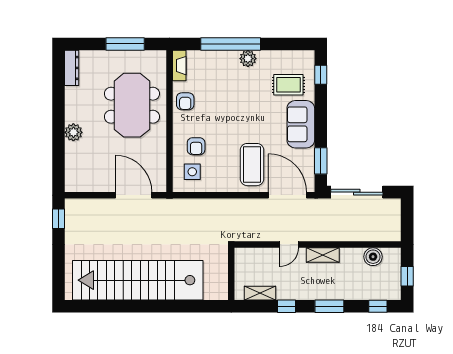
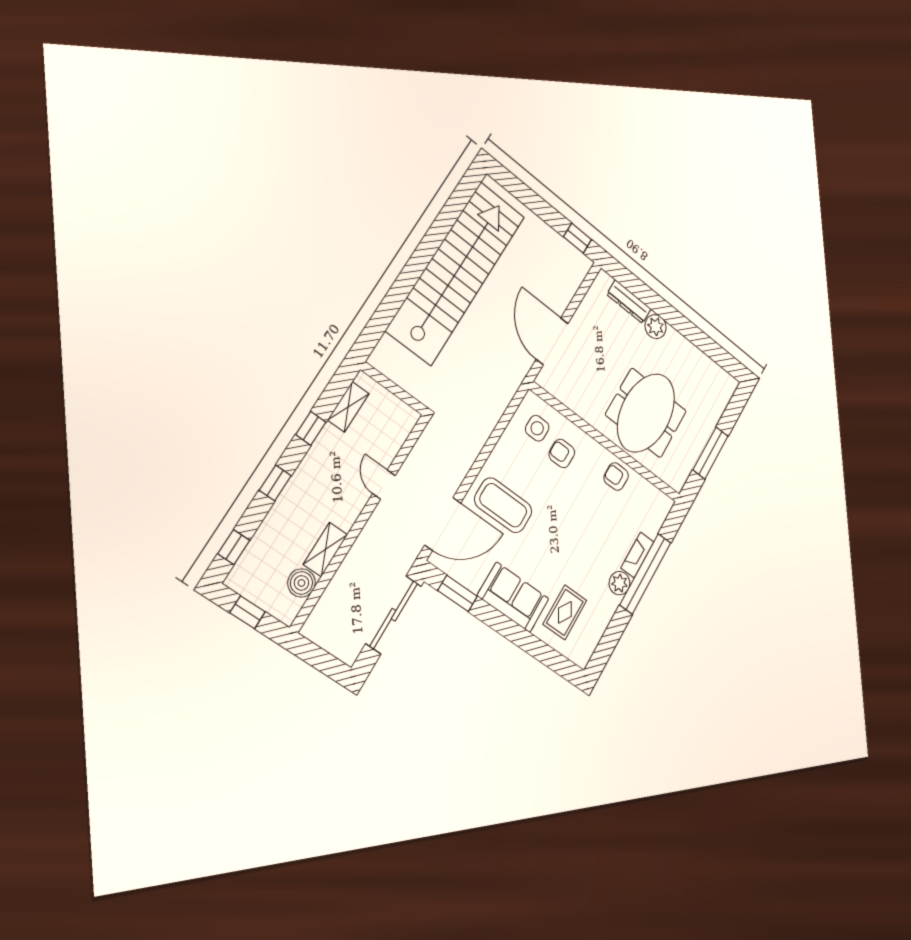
fireplace: (179, 66) -> (637, 555), moved, turned 90
dresser: (72, 68) -> (629, 302), moved
window: (321, 75) -> (553, 660), removed
meeting table: (132, 105) -> (646, 413), turned 90
door: (134, 195) -> (552, 341), swing flipped
shelving: (323, 255) -> (325, 549), moved
window: (329, 306) -> (275, 483), width x0.67

